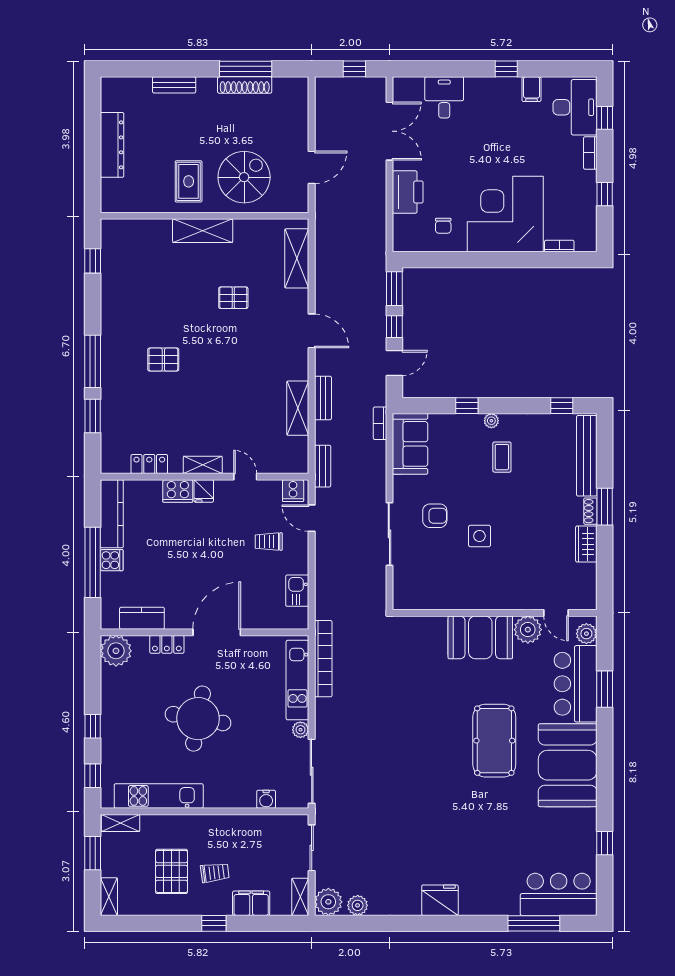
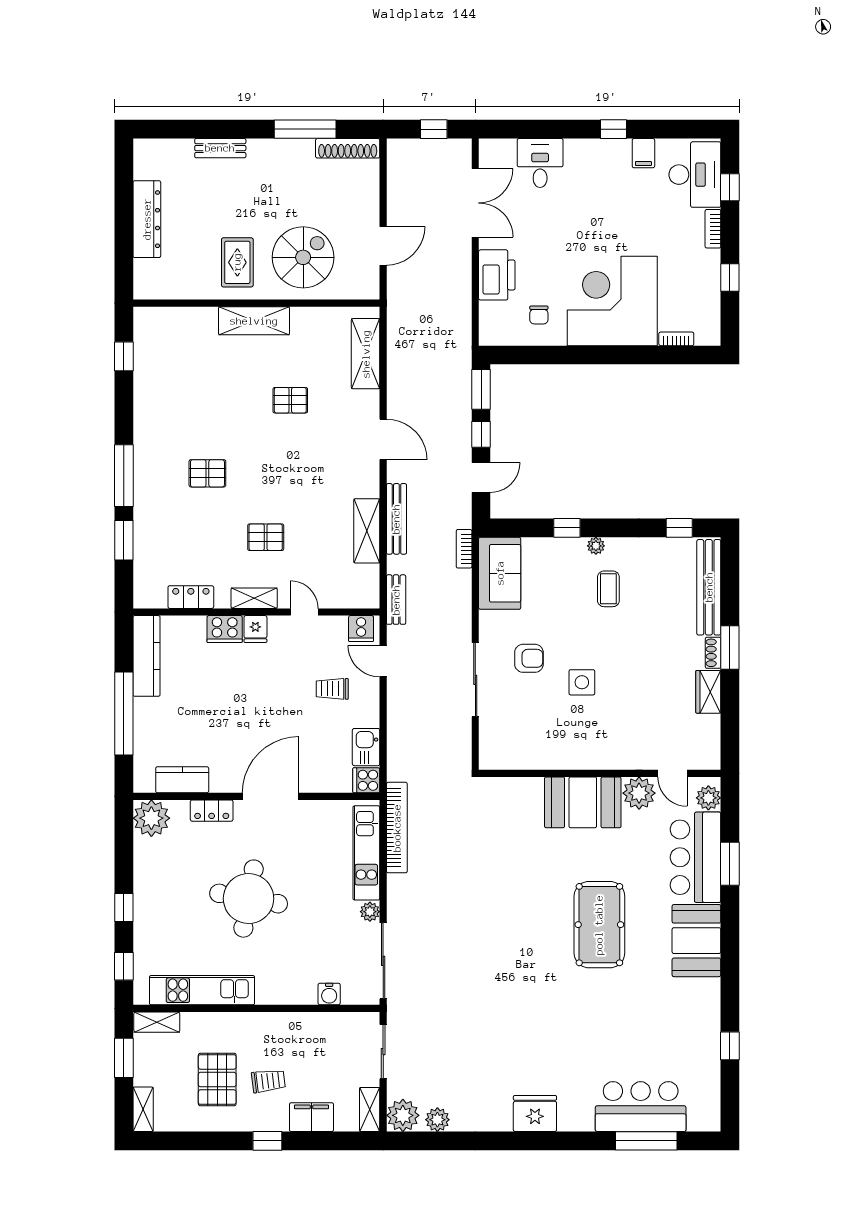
shoe rack: (245, 85) -> (348, 148), moved
bench: (323, 398) -> (396, 519), width x1.36
pallet: (212, 413) -> (266, 537), added
cooker: (112, 560) -> (366, 780), moved, turned 180
booth: (568, 765) -> (696, 941), width x0.73, depth x0.70
bar counter: (559, 894) -> (641, 1107), moved

